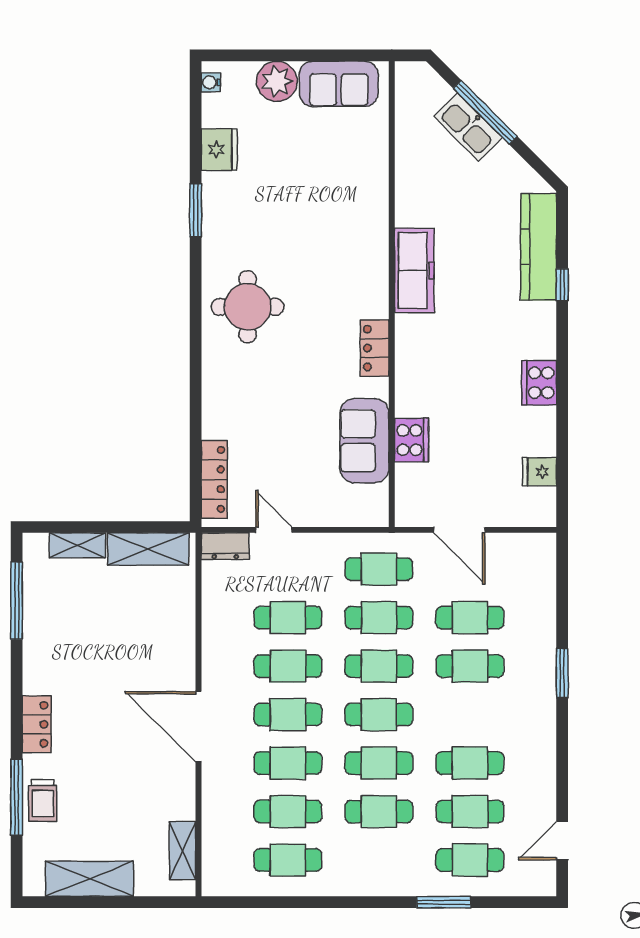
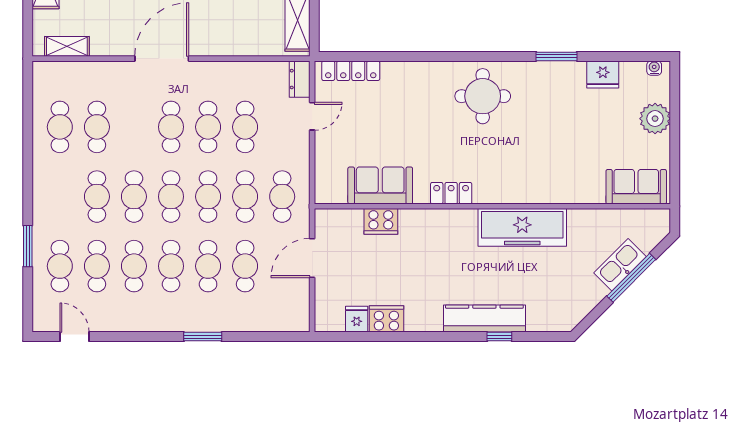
sofa: (339, 84) -> (636, 187), moved, turned 90
kitchen counter: (539, 247) -> (484, 319), moved
freezer: (414, 270) -> (522, 227), width x1.36, depth x1.26
cooker: (539, 383) -> (386, 319), moved
cafe table: (288, 763) -> (171, 266), moved

